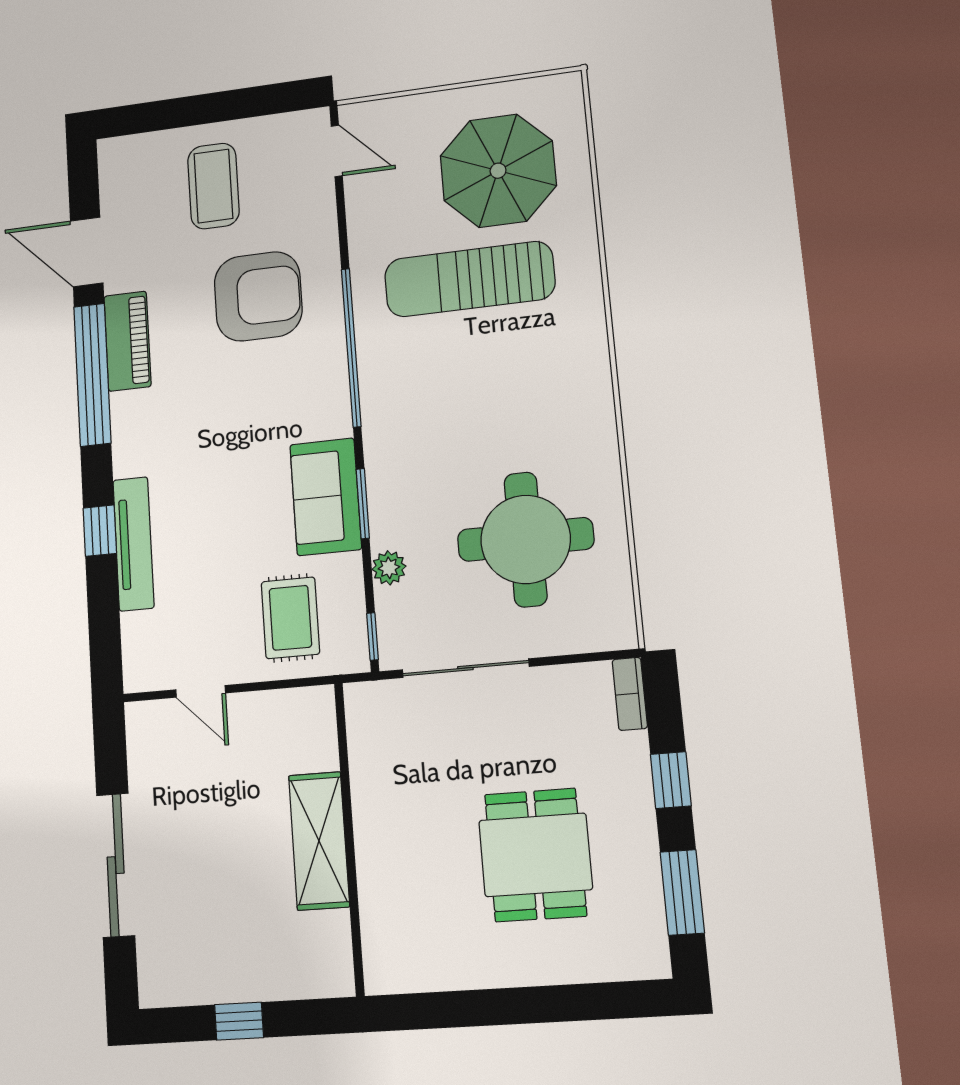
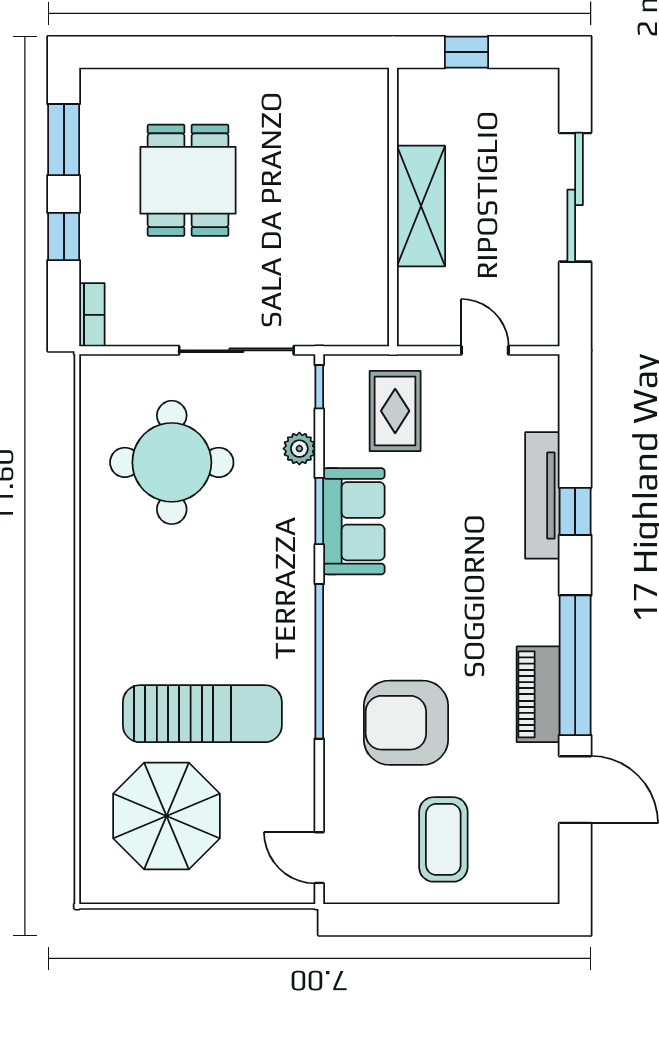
wall: (349, 838) -> (393, 207), moved
shelving: (319, 841) -> (421, 206), moved

